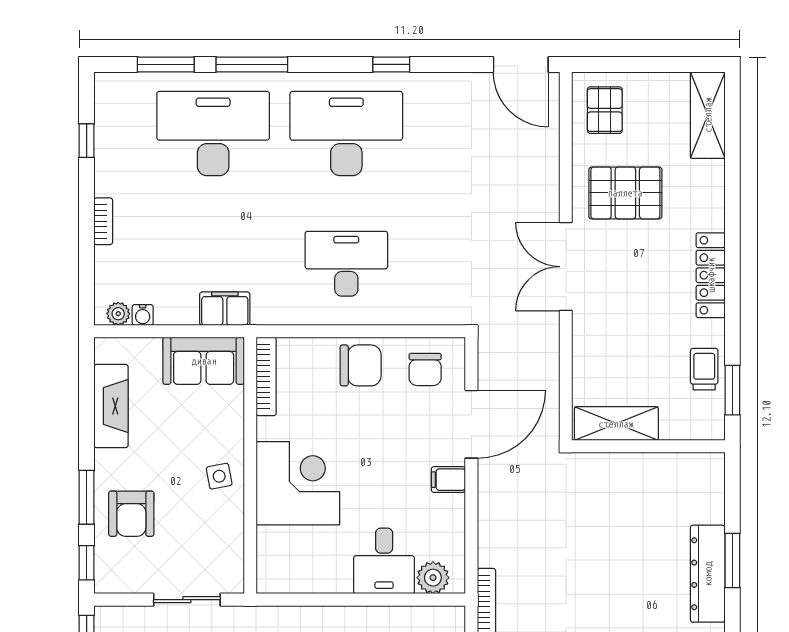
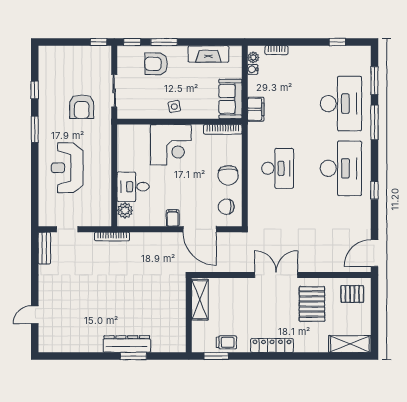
bookcase: (103, 221) -> (276, 50), moved

